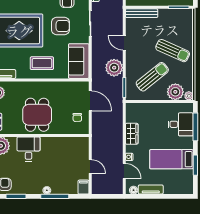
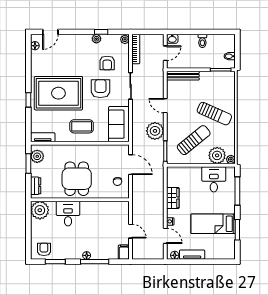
armchair: (60, 26) -> (100, 89), turned -90
desk: (181, 124) -> (214, 179), moved, turned -90

